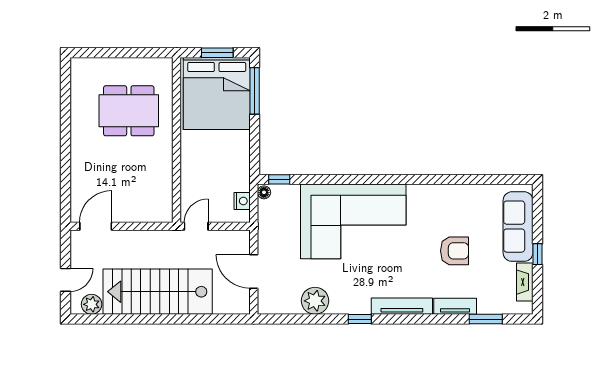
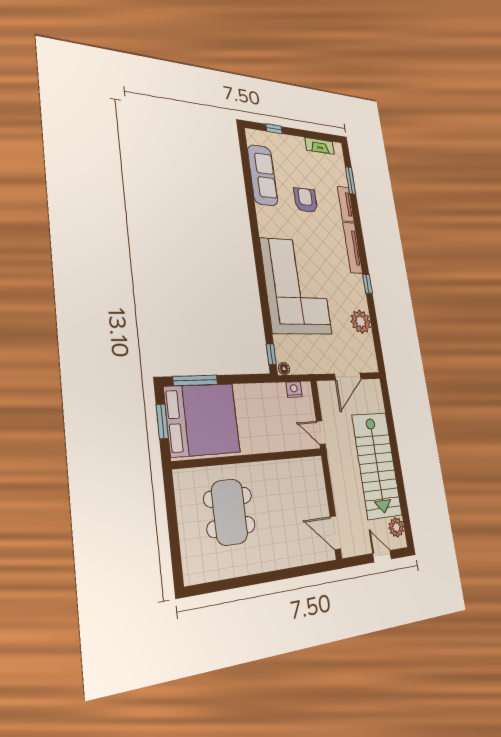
sofa: (518, 227) -> (263, 175), moved, turned -90
window: (537, 254) -> (274, 129), moved

